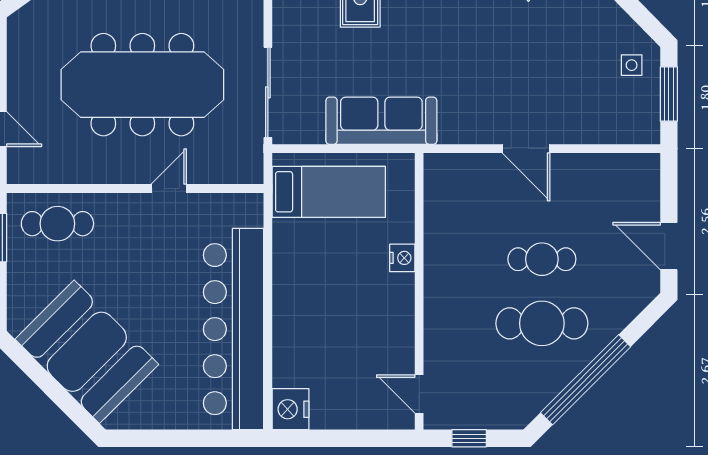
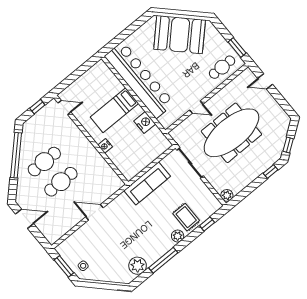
door: (169, 189) -> (196, 107), hinge flipped
bed: (329, 192) -> (114, 110), moved
cafe table: (542, 259) -> (61, 182), width x1.37, depth x1.35
nightstand: (291, 409) -> (145, 122), moved

